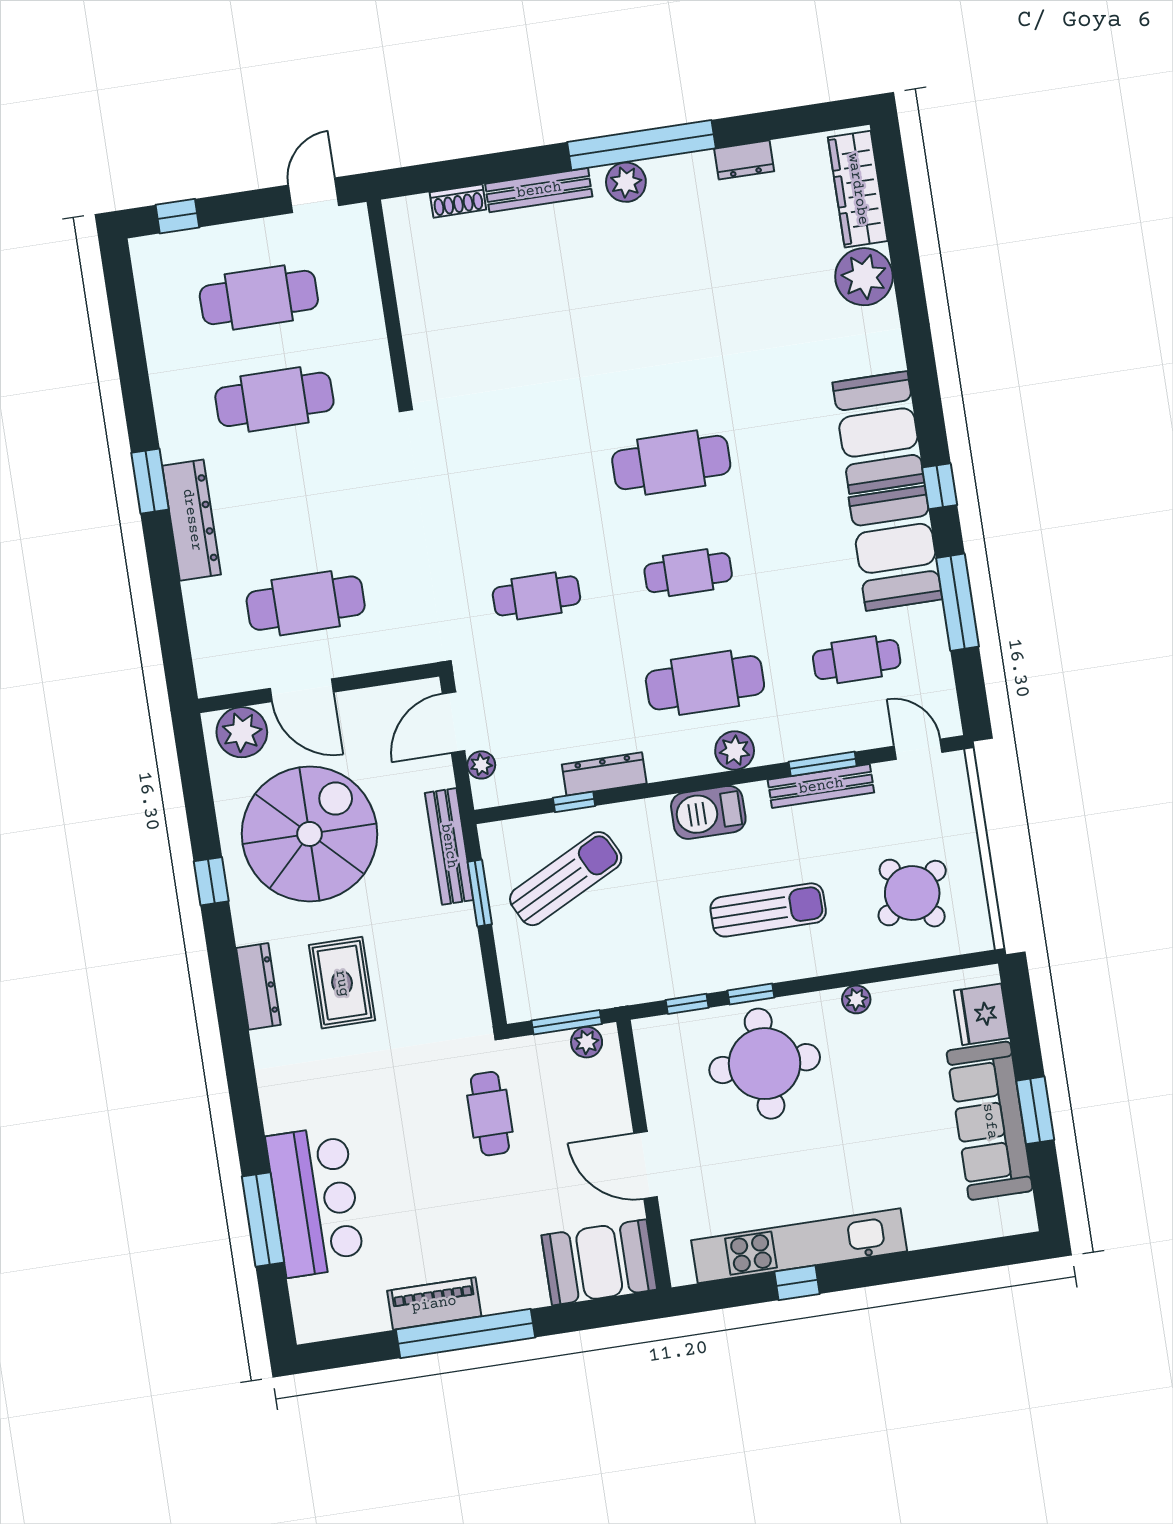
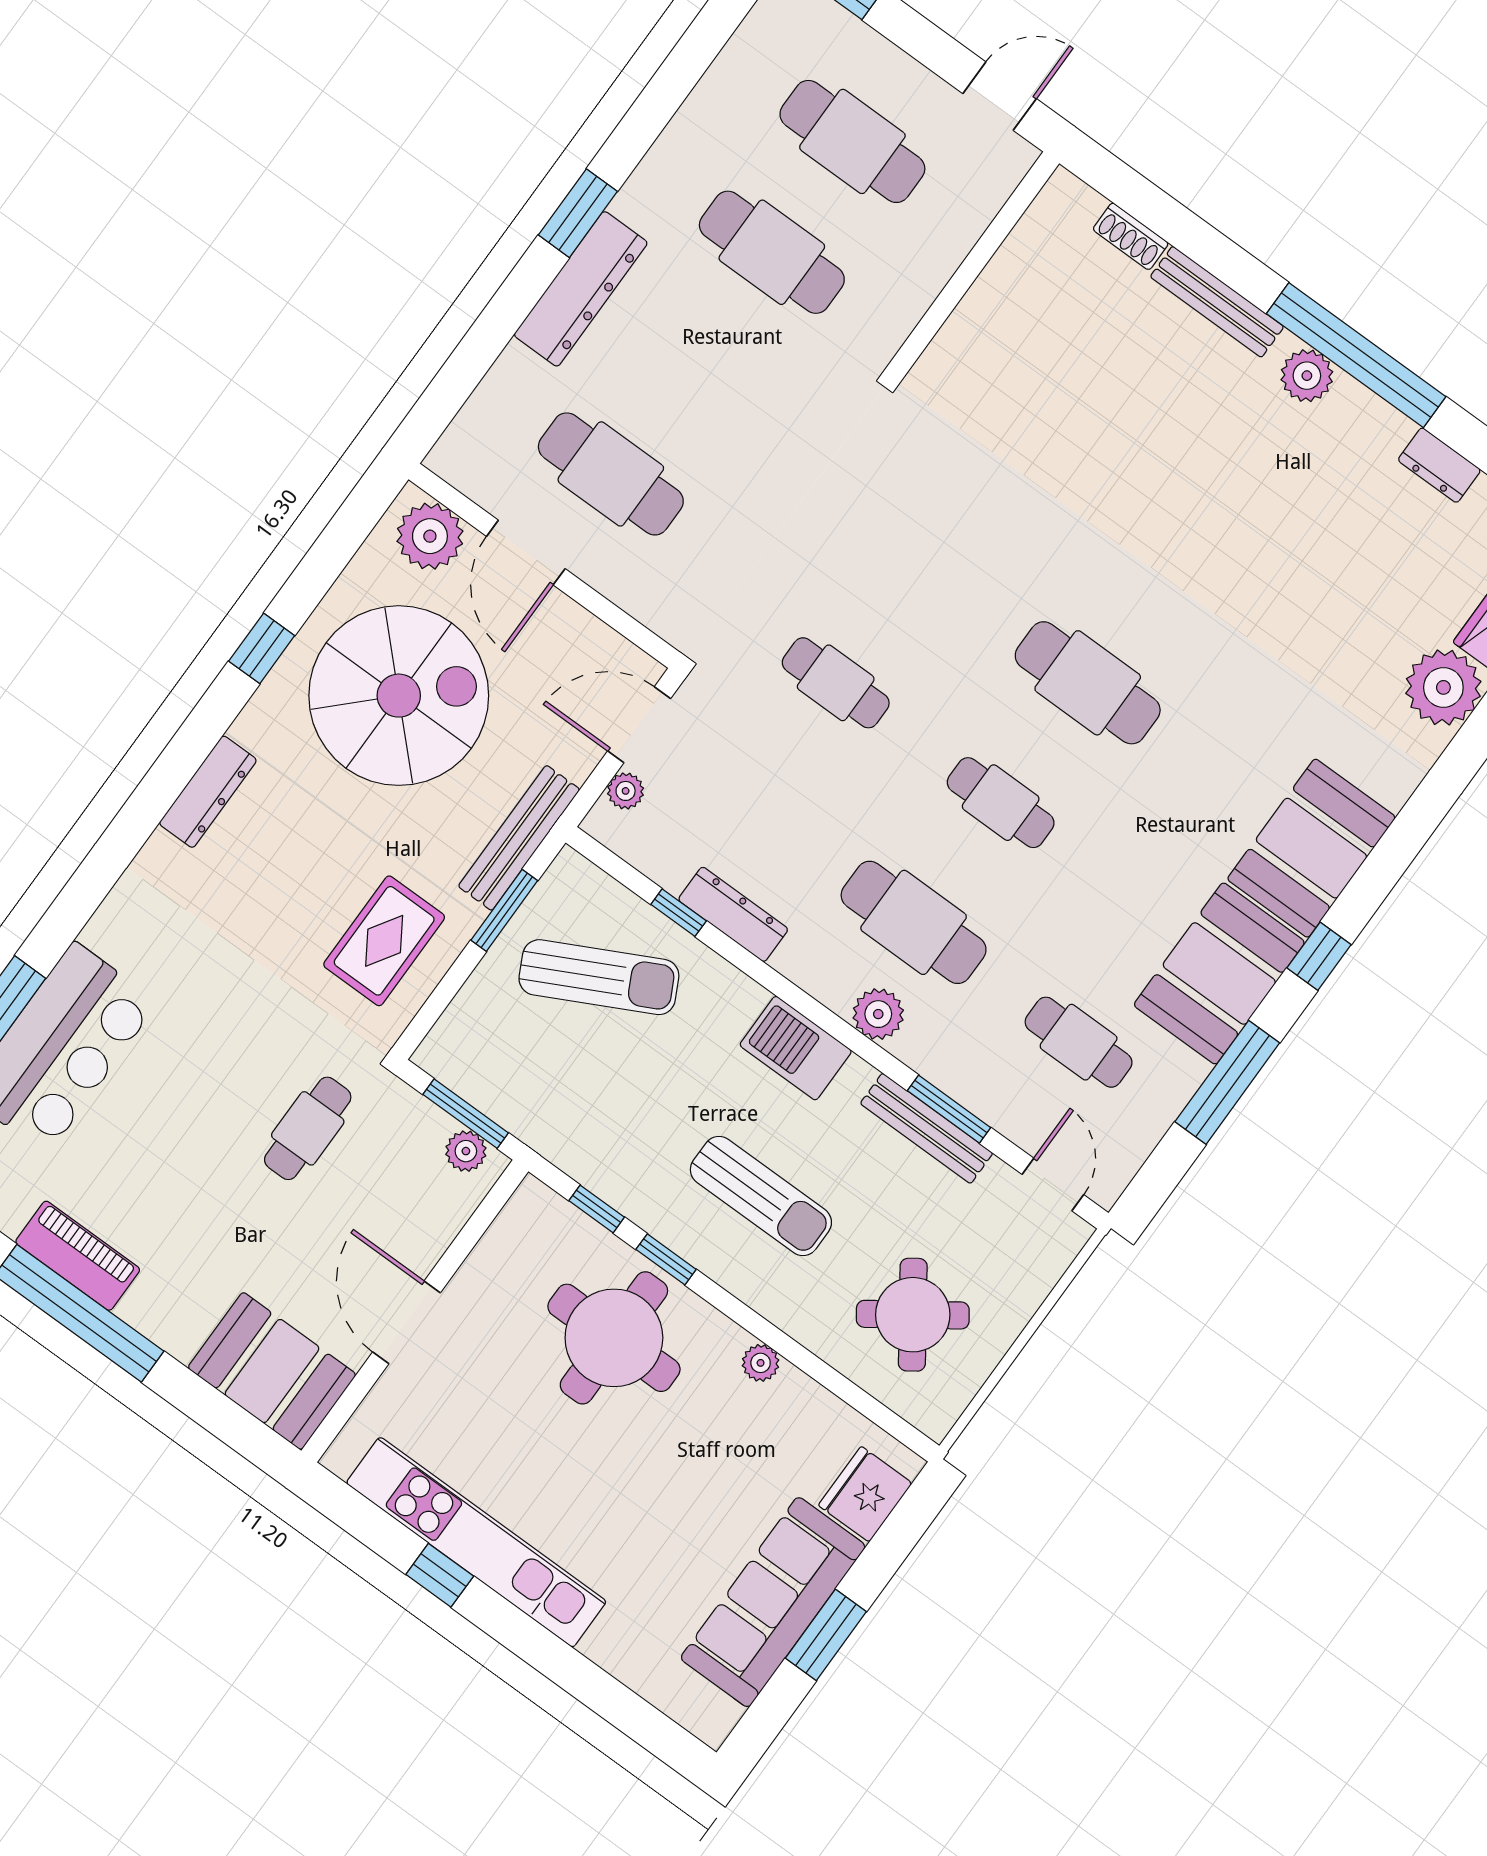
rug: (342, 983) -> (384, 941), moved

